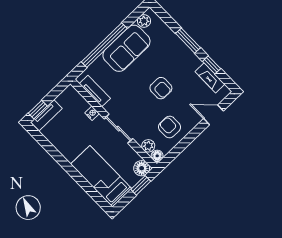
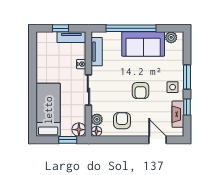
side table: (184, 60) -> (173, 87), added
window: (38, 110) -> (60, 28), moved
tv unit: (46, 115) -> (71, 37), moved

